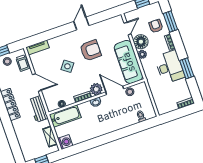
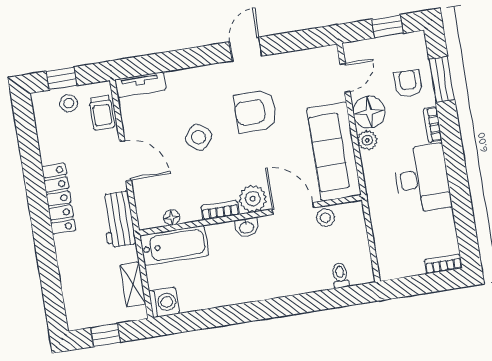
armchair: (91, 50) -> (255, 111), turned 180
window: (187, 68) -> (459, 189), removed

